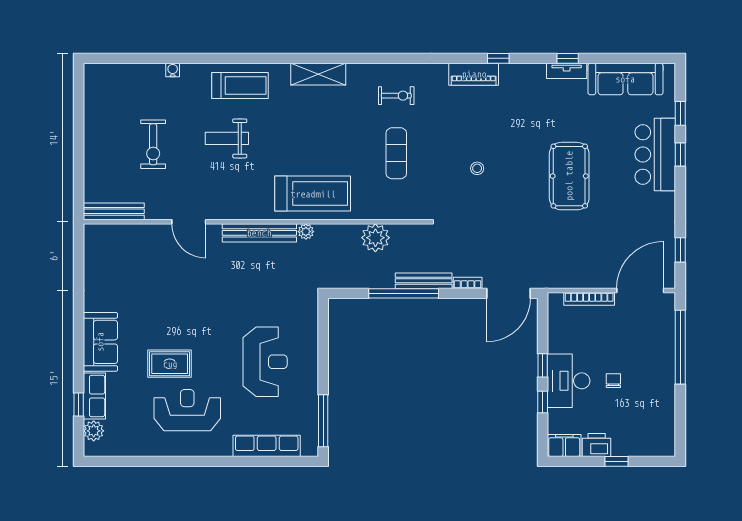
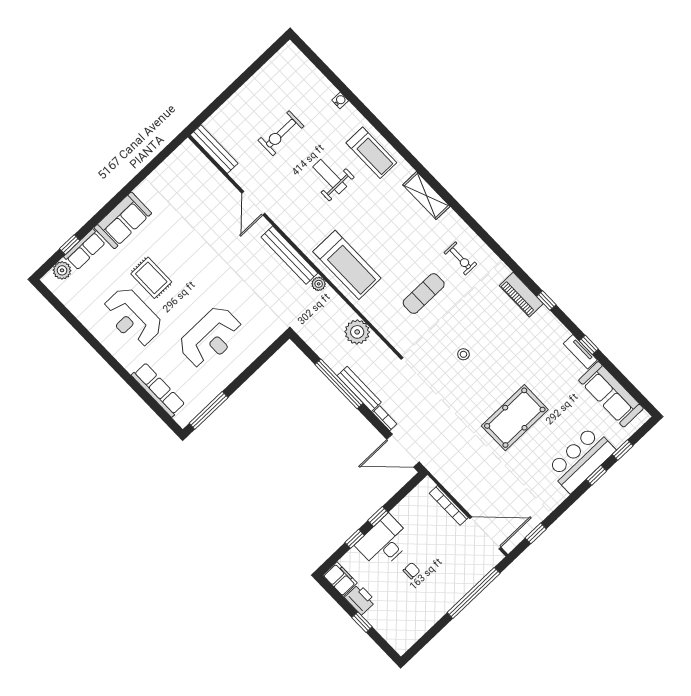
reception desk: (187, 410) -> (132, 317), turned 180

